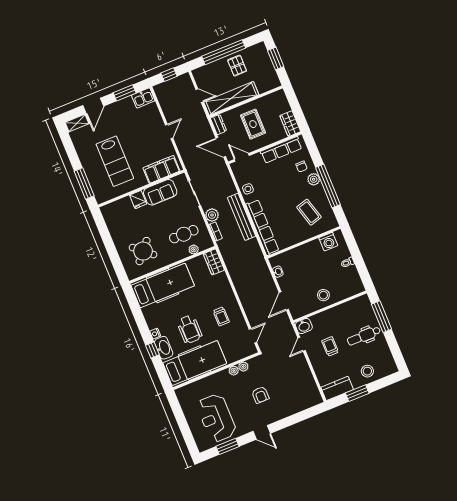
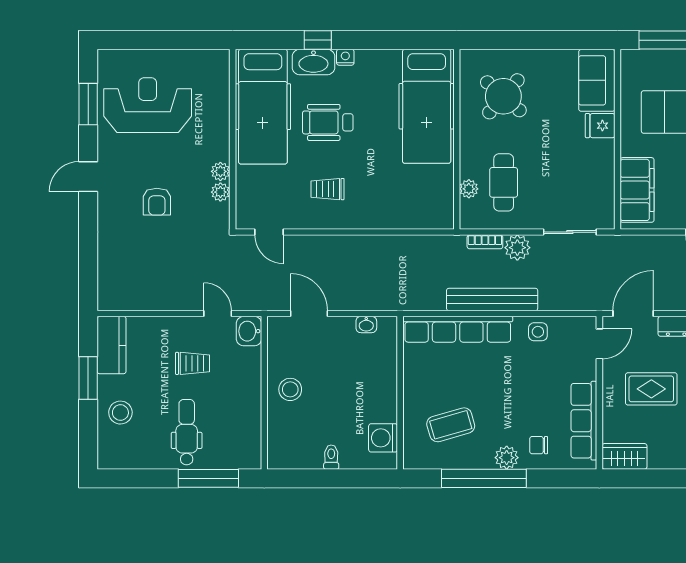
sofa: (160, 192) -> (597, 80), moved
wardrobe: (214, 262) -> (431, 216), removed
armchair: (260, 395) -> (157, 202), turned -90

